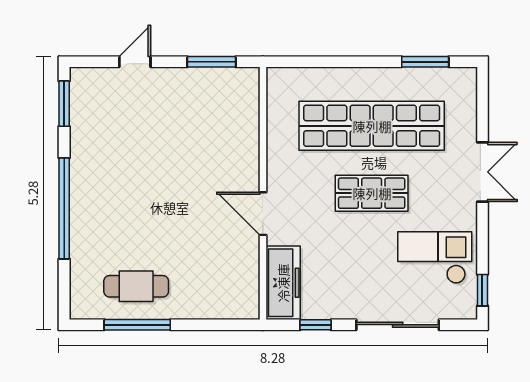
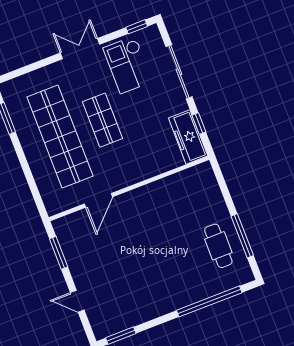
double door: (482, 172) -> (80, 49), moved
window: (64, 208) -> (209, 301), moved
door: (263, 214) -> (98, 200), moved
freezer: (283, 283) -> (188, 137), moved, turned -90

